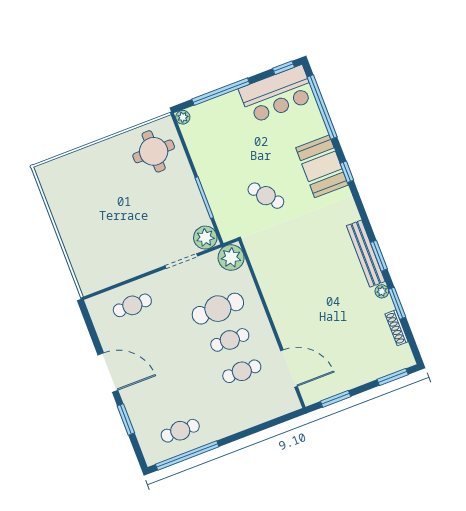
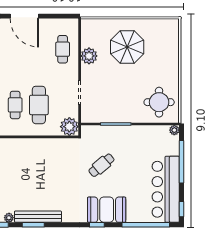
bar counter: (277, 94) -> (166, 189), width x1.36
parasol: (97, 221) -> (127, 47), added
plant: (205, 238) -> (89, 56), moved
door: (108, 373) -> (24, 16), hinge flipped

